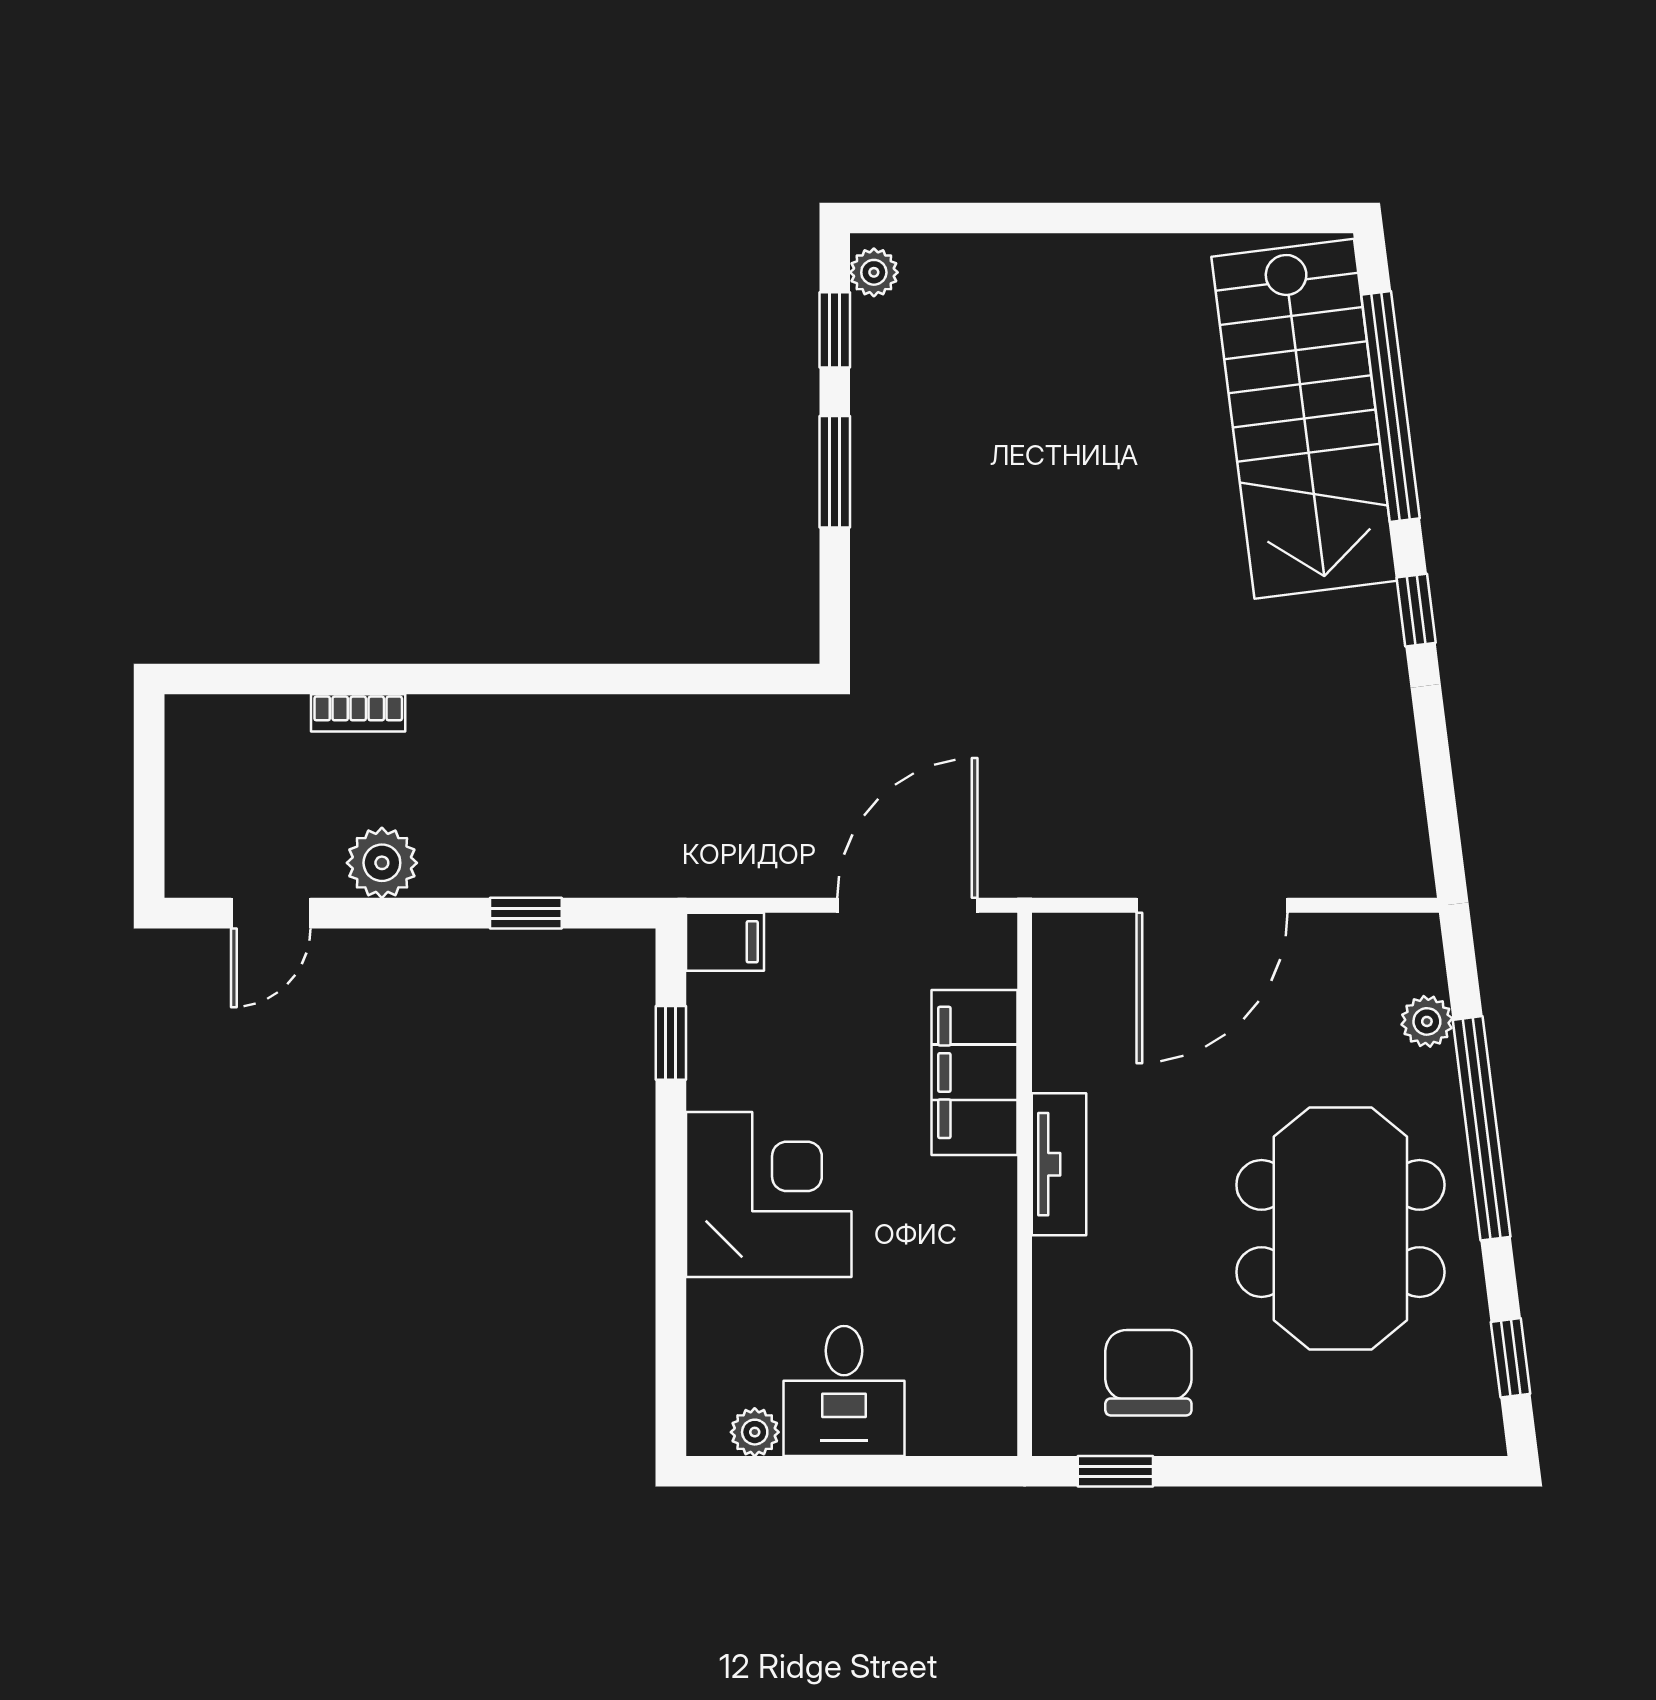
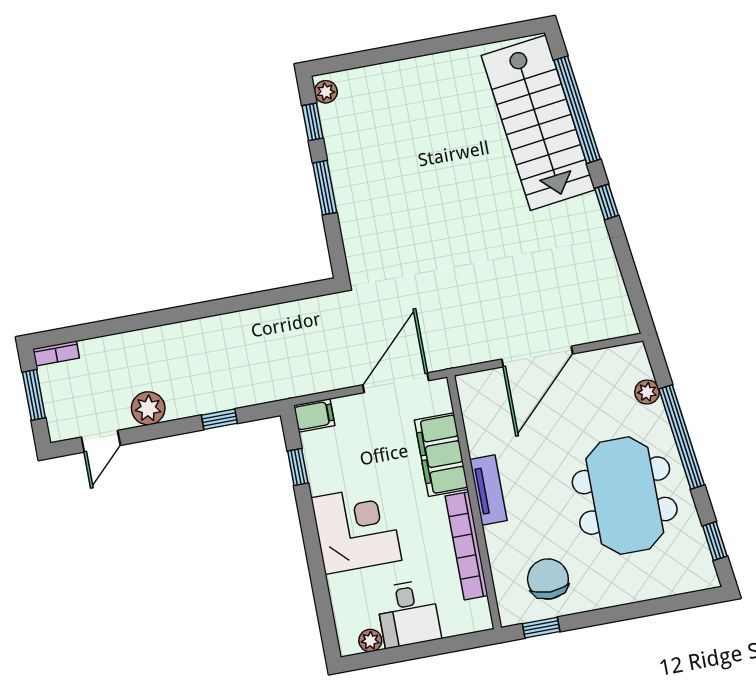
bookcase: (358, 713) -> (56, 353), moved
window: (149, 791) -> (34, 395), added
bookcase: (992, 1272) -> (467, 546), added

